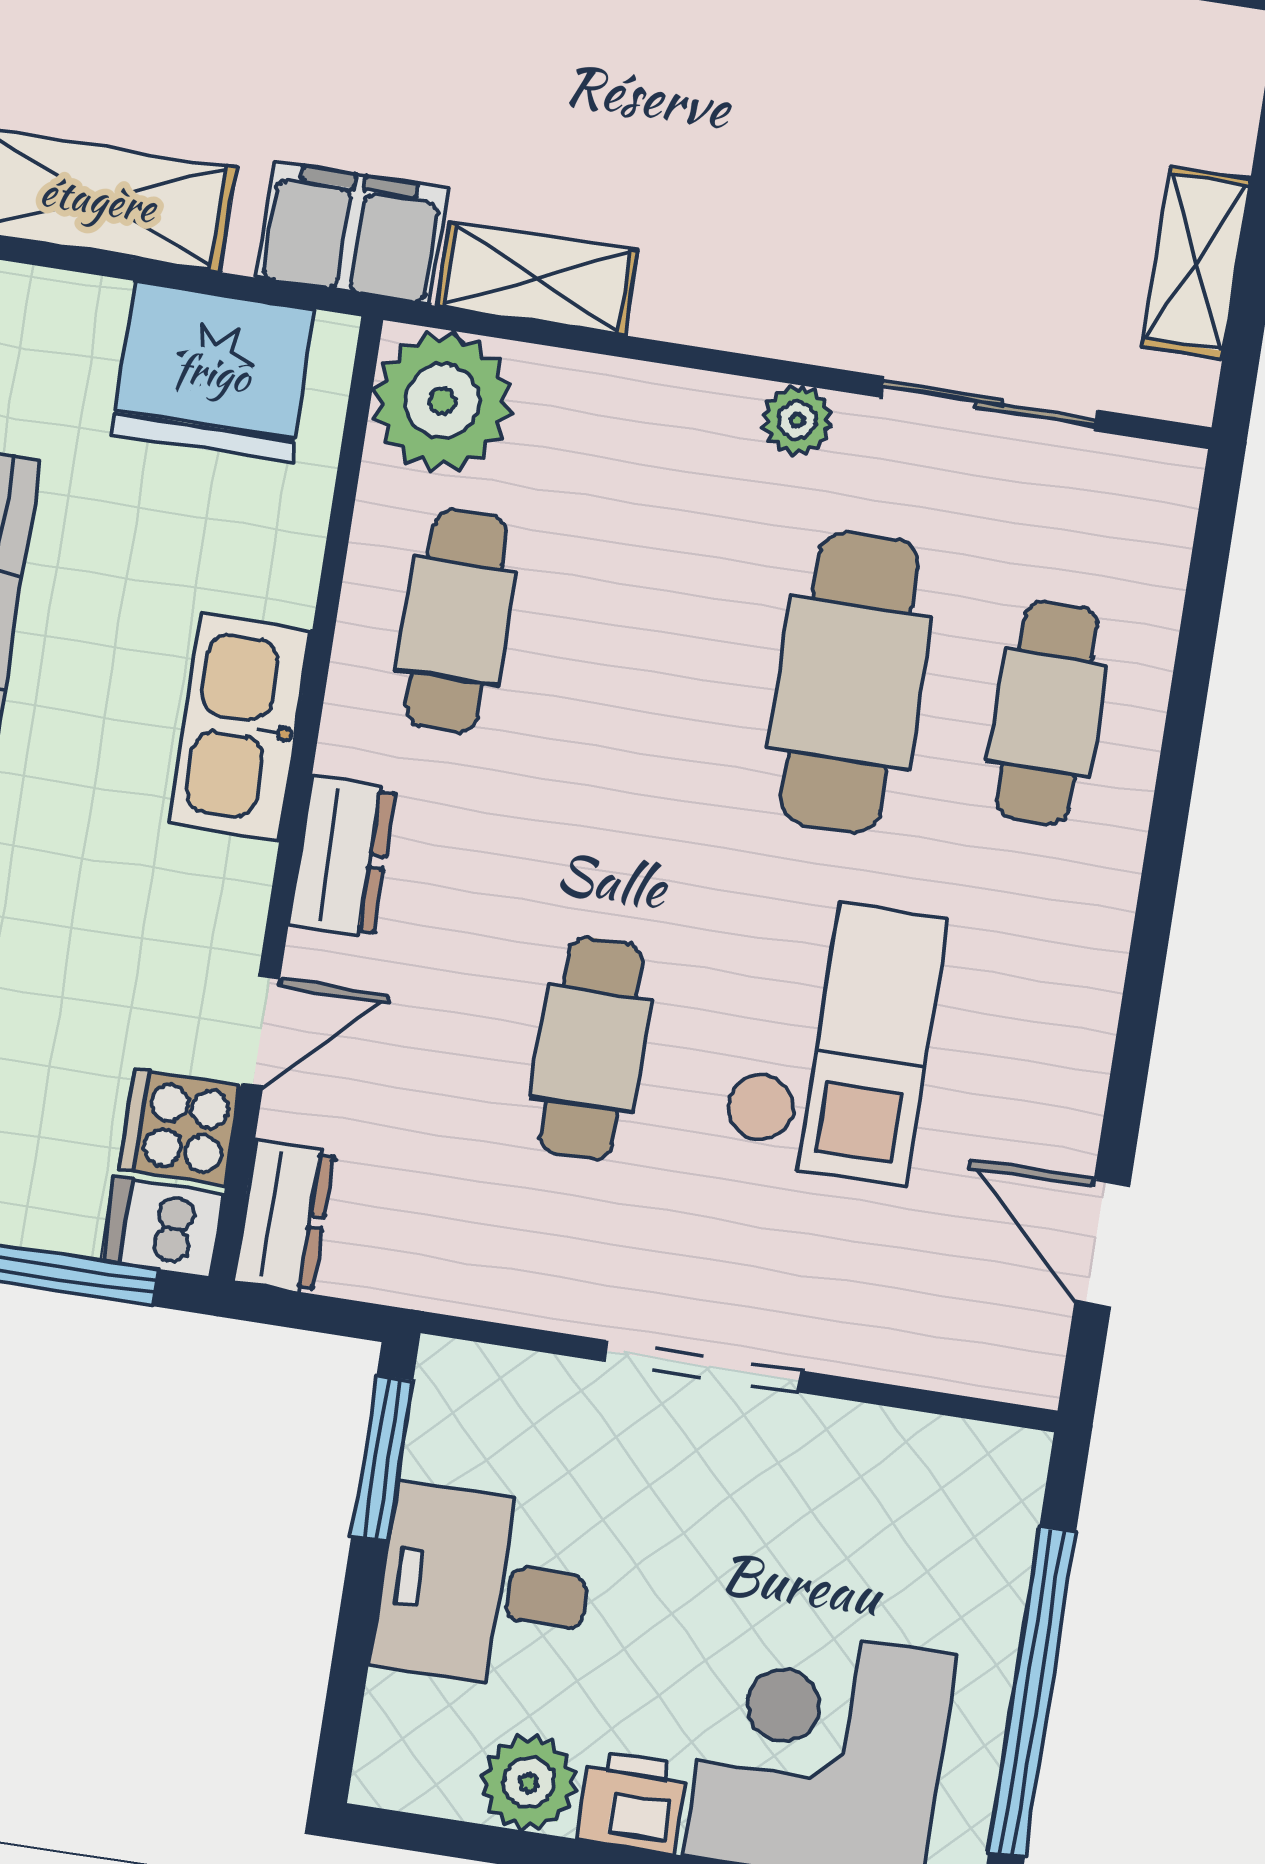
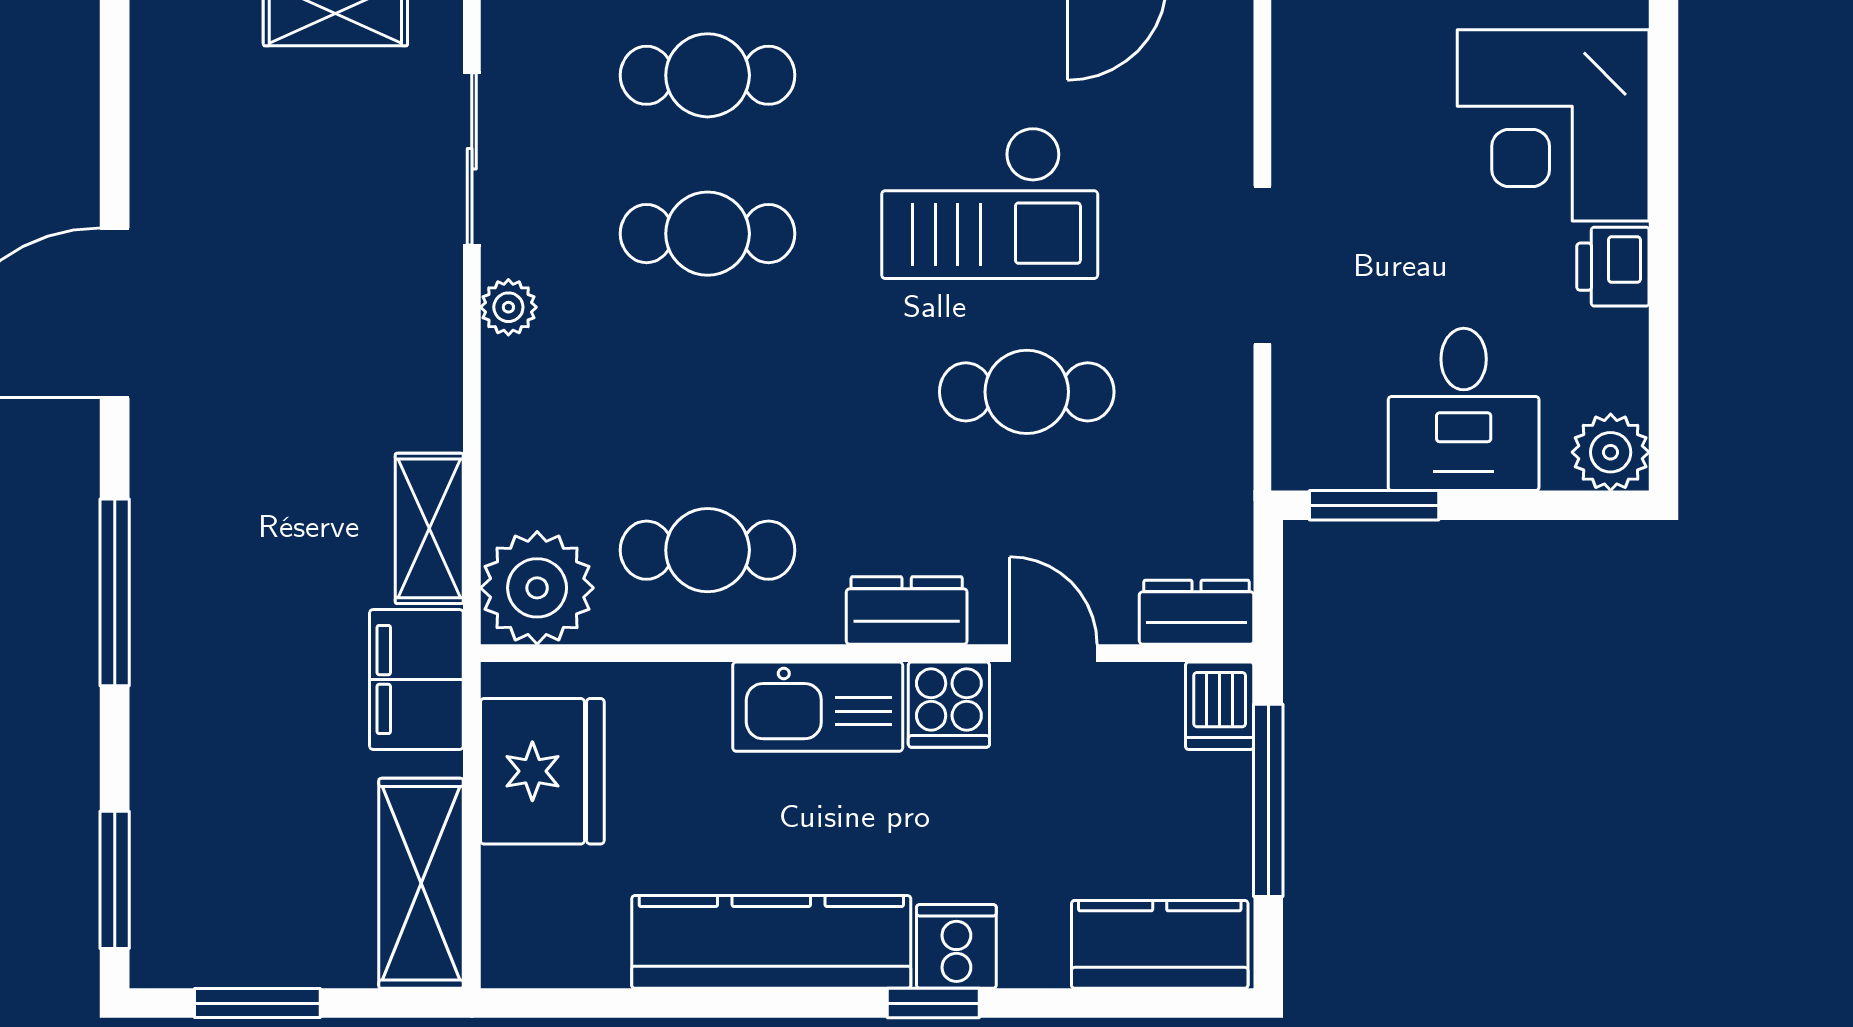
cafe table: (850, 682) -> (708, 234), width x0.73, depth x0.74
checkout: (833, 1039) -> (990, 203), turned 180
cooker: (180, 1127) -> (949, 705), moved
plant: (529, 1783) -> (1611, 452), moved

